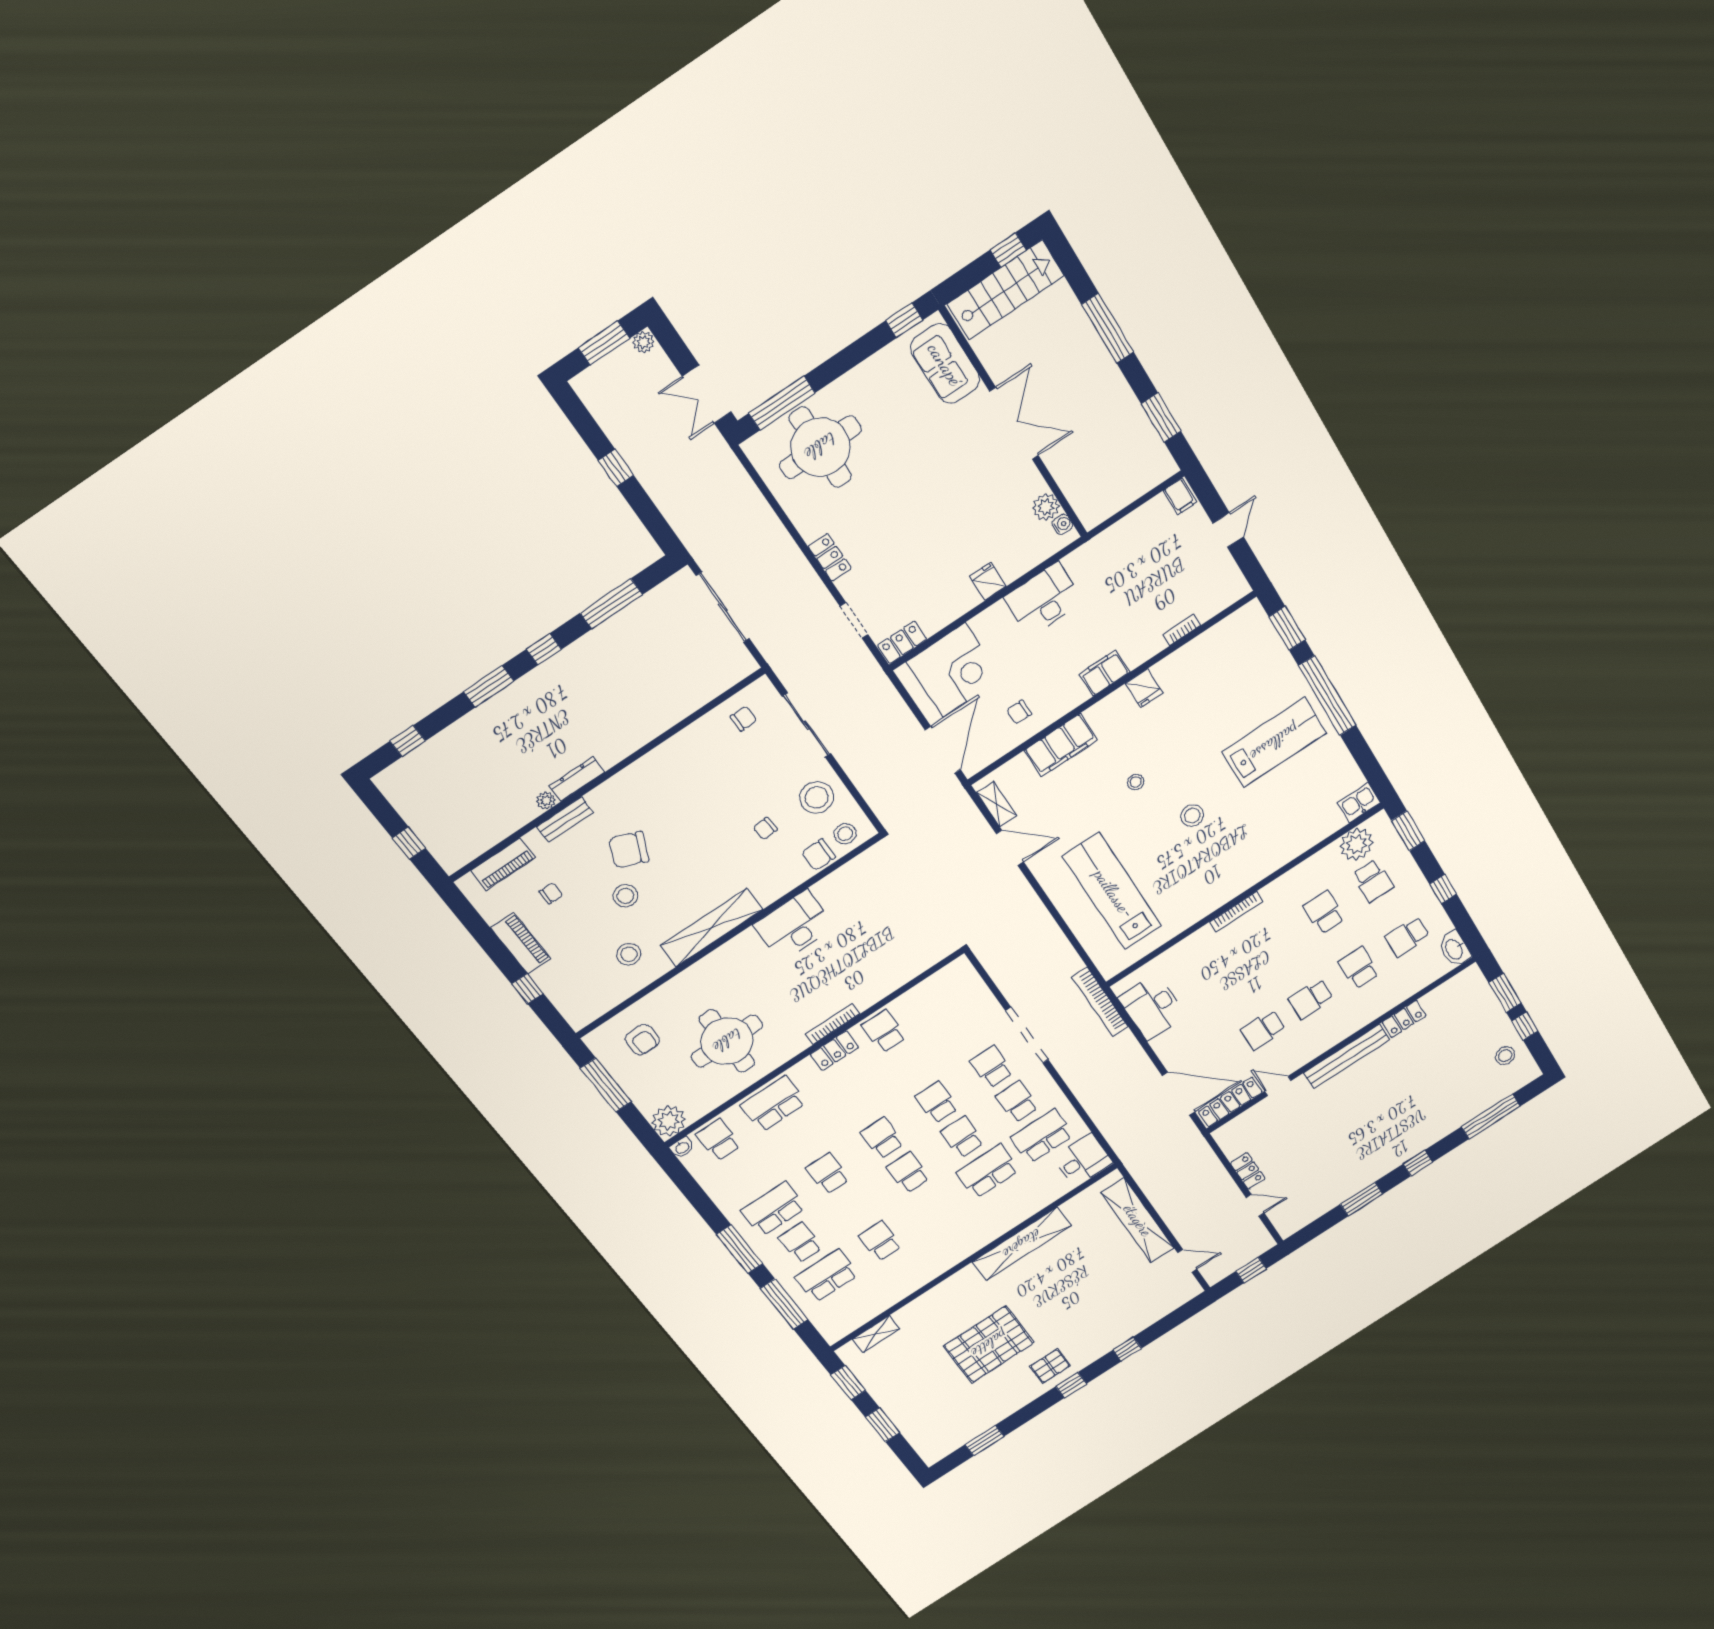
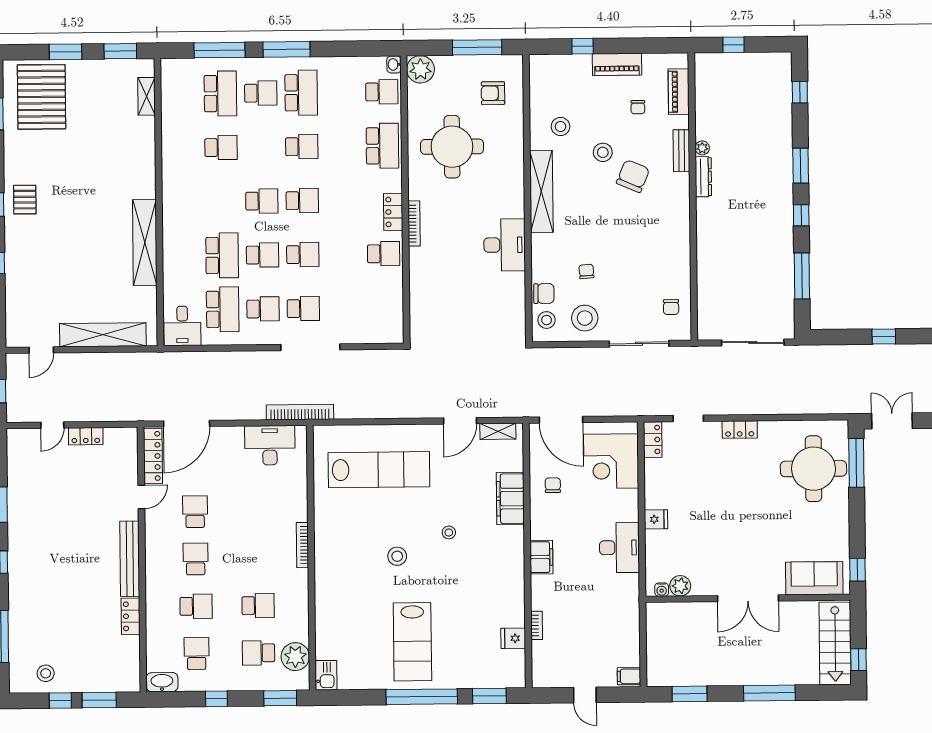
fridge: (1144, 688) -> (513, 638), moved
chair: (819, 855) -> (544, 294), turned 90
pallet: (989, 1344) -> (42, 97), moved

